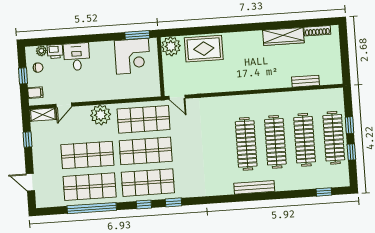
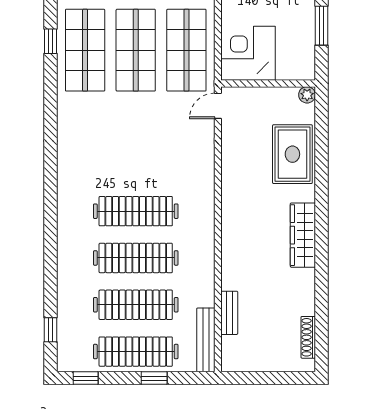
window: (137, 35) -> (322, 26), moved
wardrobe: (283, 37) -> (303, 235), moved
plant: (171, 46) -> (307, 95), width x0.53, depth x0.53
corner desk: (132, 56) -> (248, 53), moved, turned 90
window: (351, 152) -> (86, 378), moved
bench: (254, 187) -> (206, 340), moved
window: (173, 202) -> (51, 89), removed

